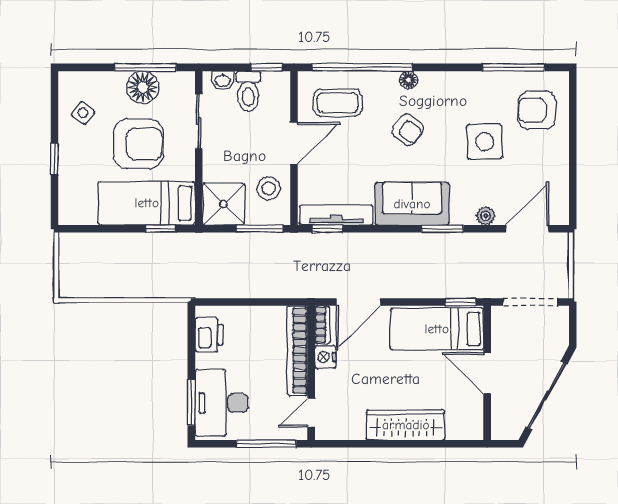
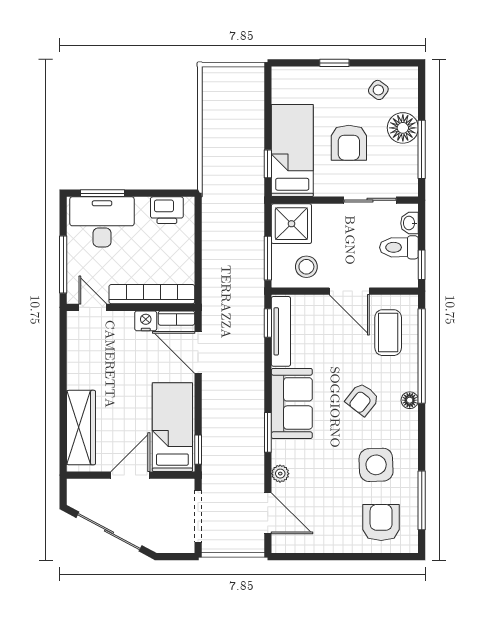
floor lamp: (143, 87) -> (403, 128), moved
side table: (485, 142) -> (376, 465), moved
armchair: (138, 144) -> (349, 143), width x0.73, depth x0.73
wardrobe: (406, 425) -> (81, 428), moved

